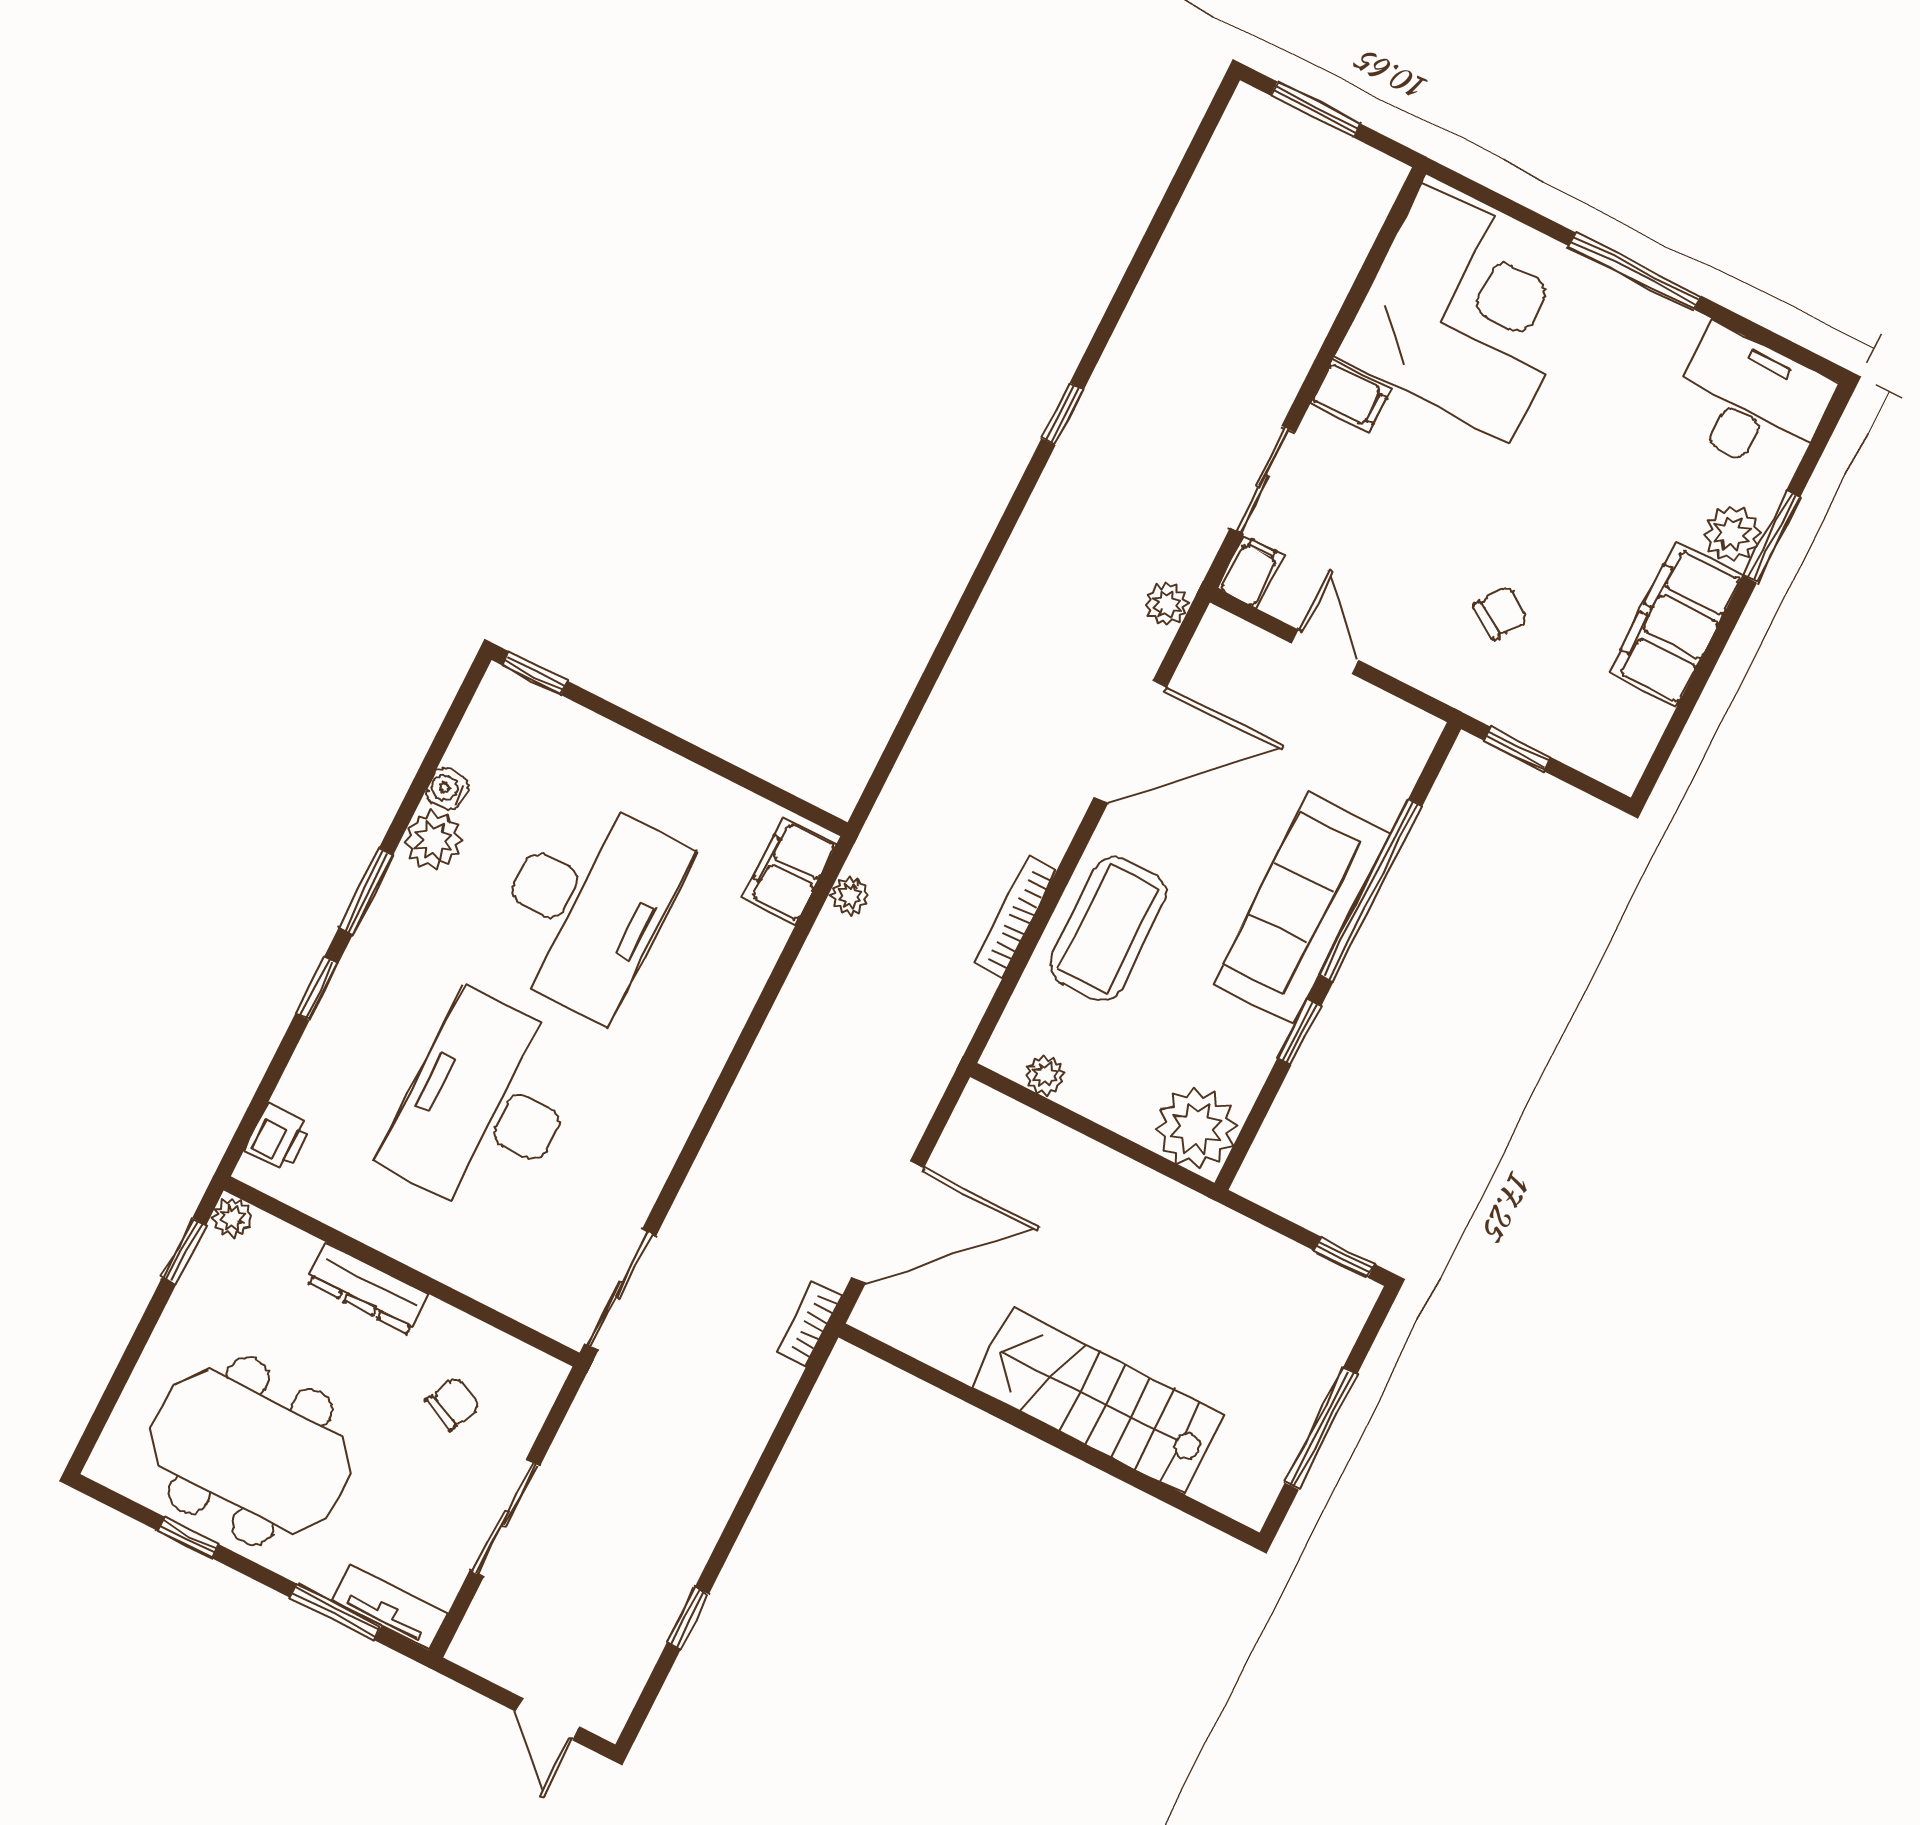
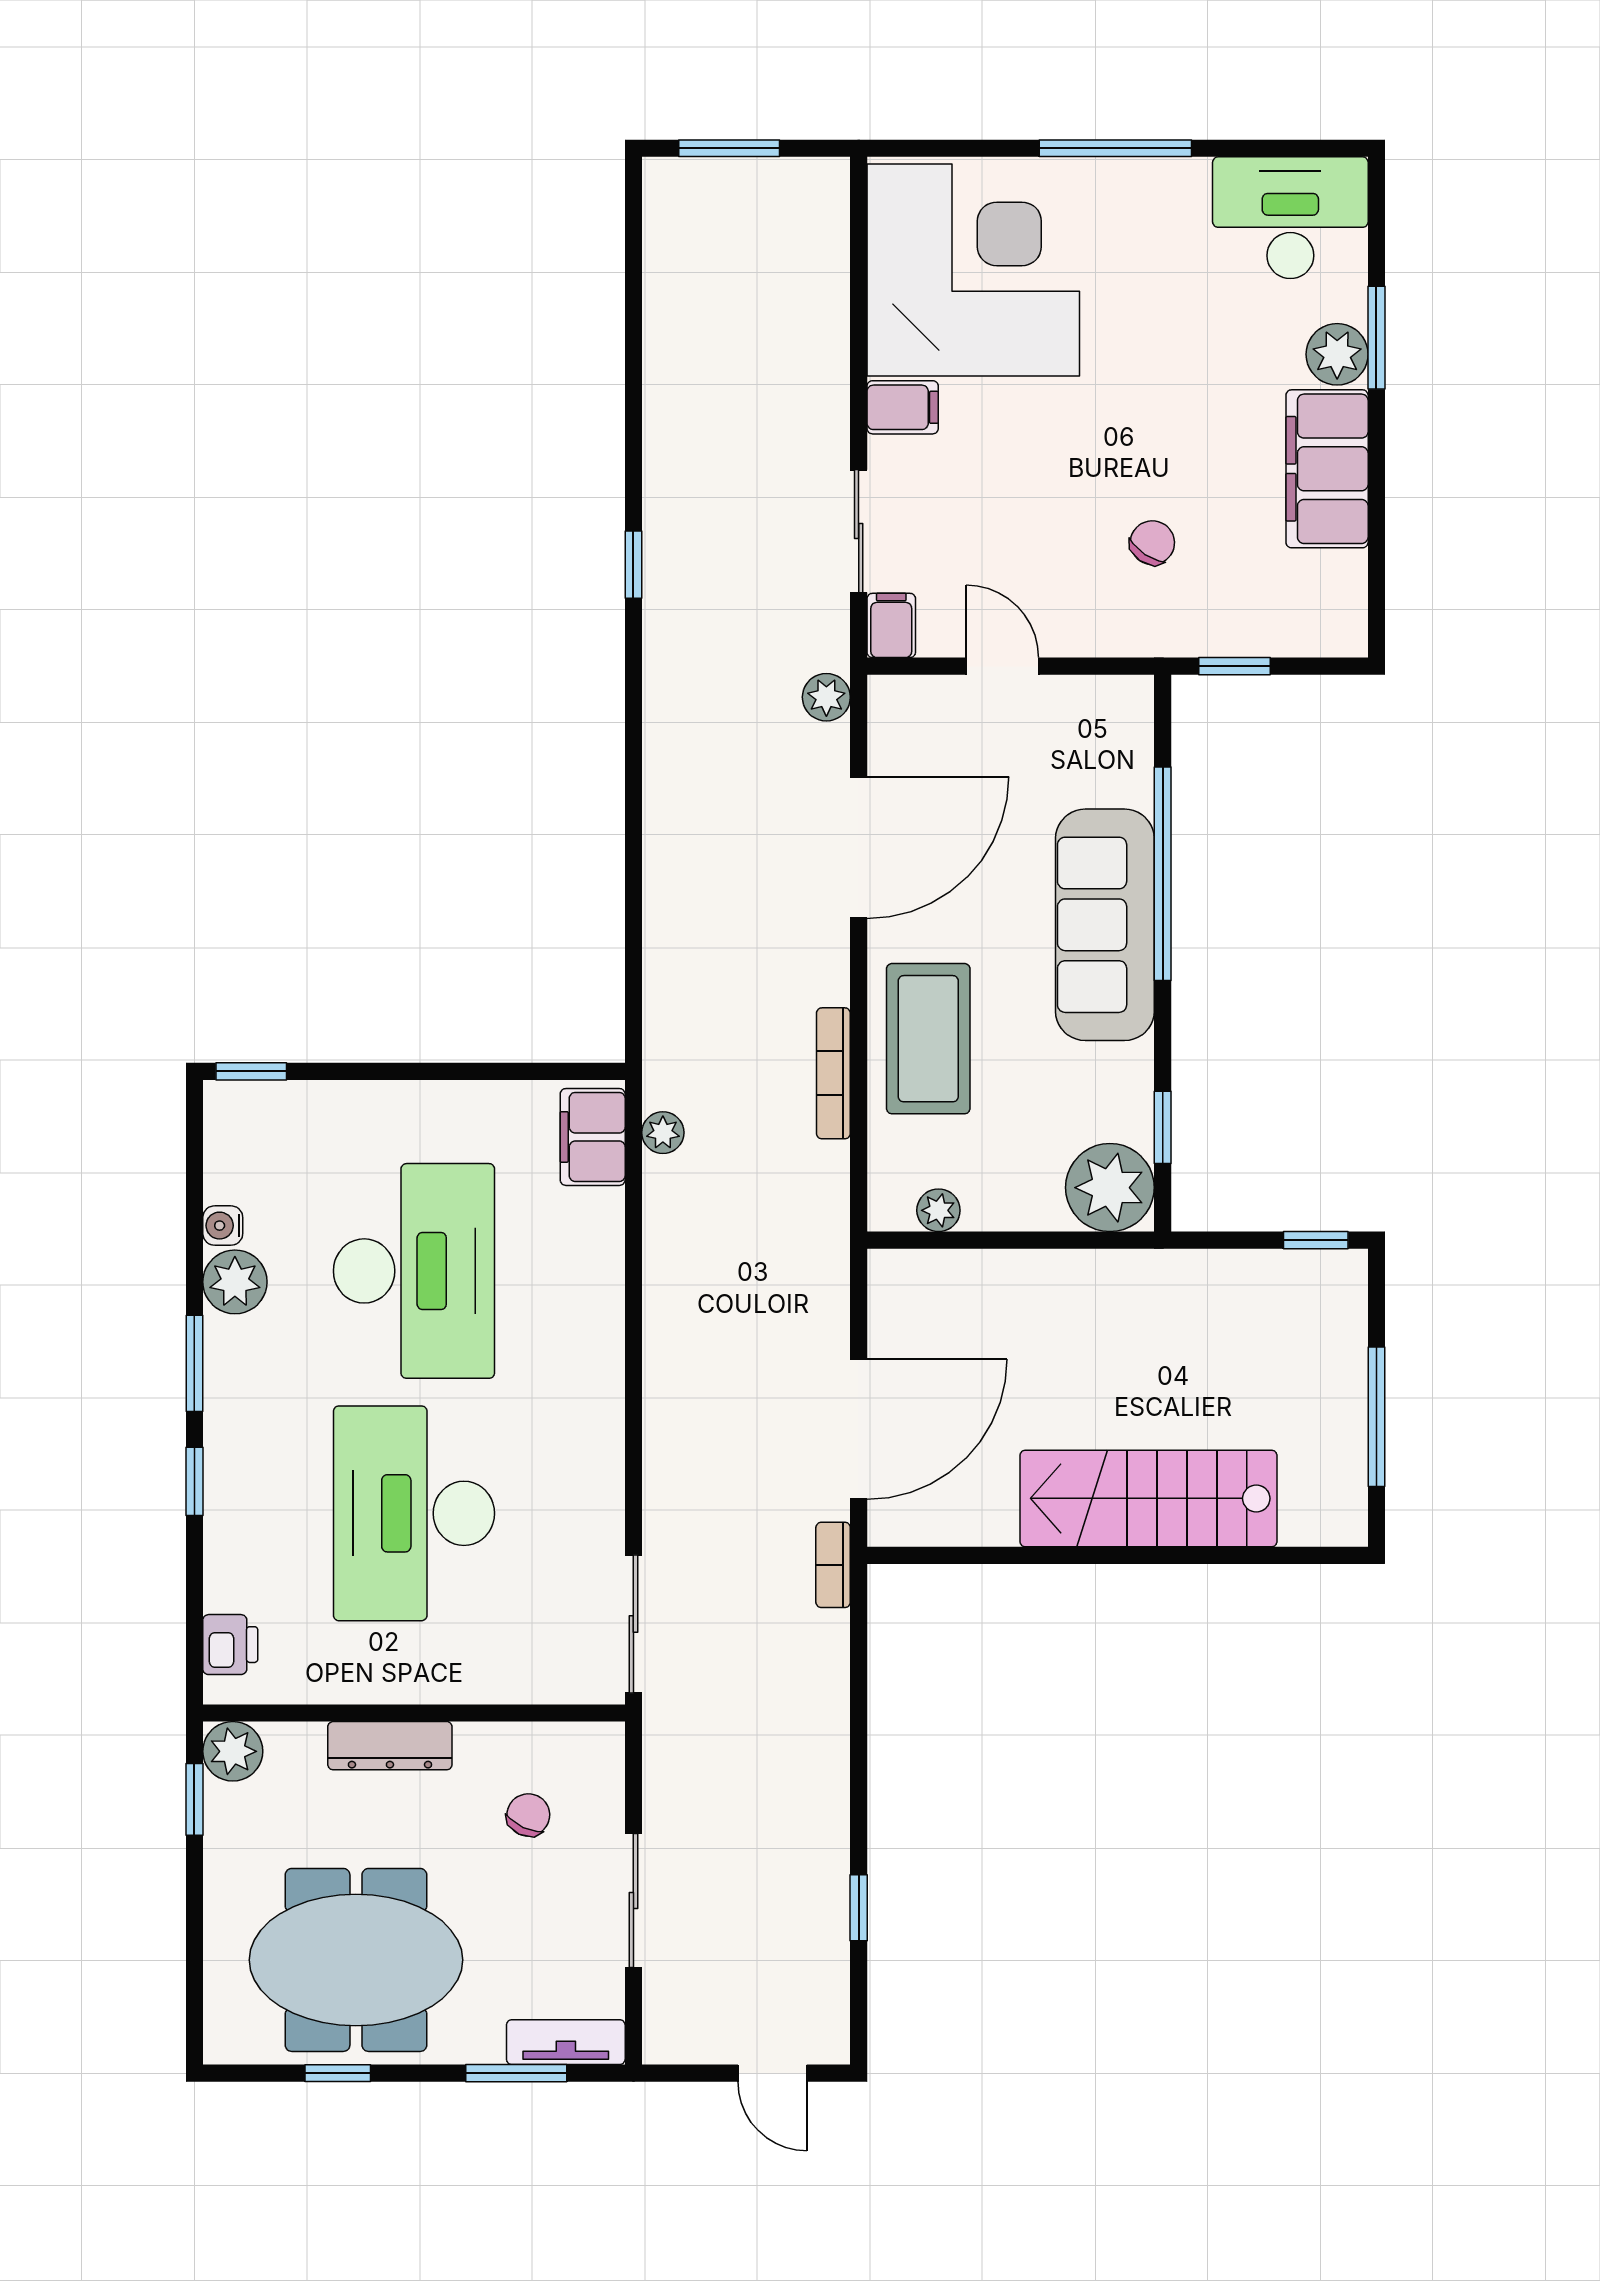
window: (1299, 1032) -> (1163, 1127), moved
plant: (233, 1217) -> (233, 1751), width x1.38, depth x1.38

